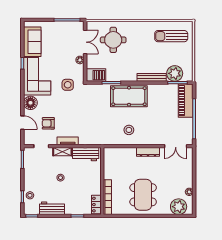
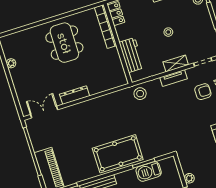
barbecue: (96, 75) -> (149, 172), moved
side table: (68, 85) -> (194, 144), removed
stool: (129, 130) -> (140, 94), moved
workbench: (86, 154) -> (132, 55), moved, turned 90
plant: (179, 207) -> (18, 42), removed

